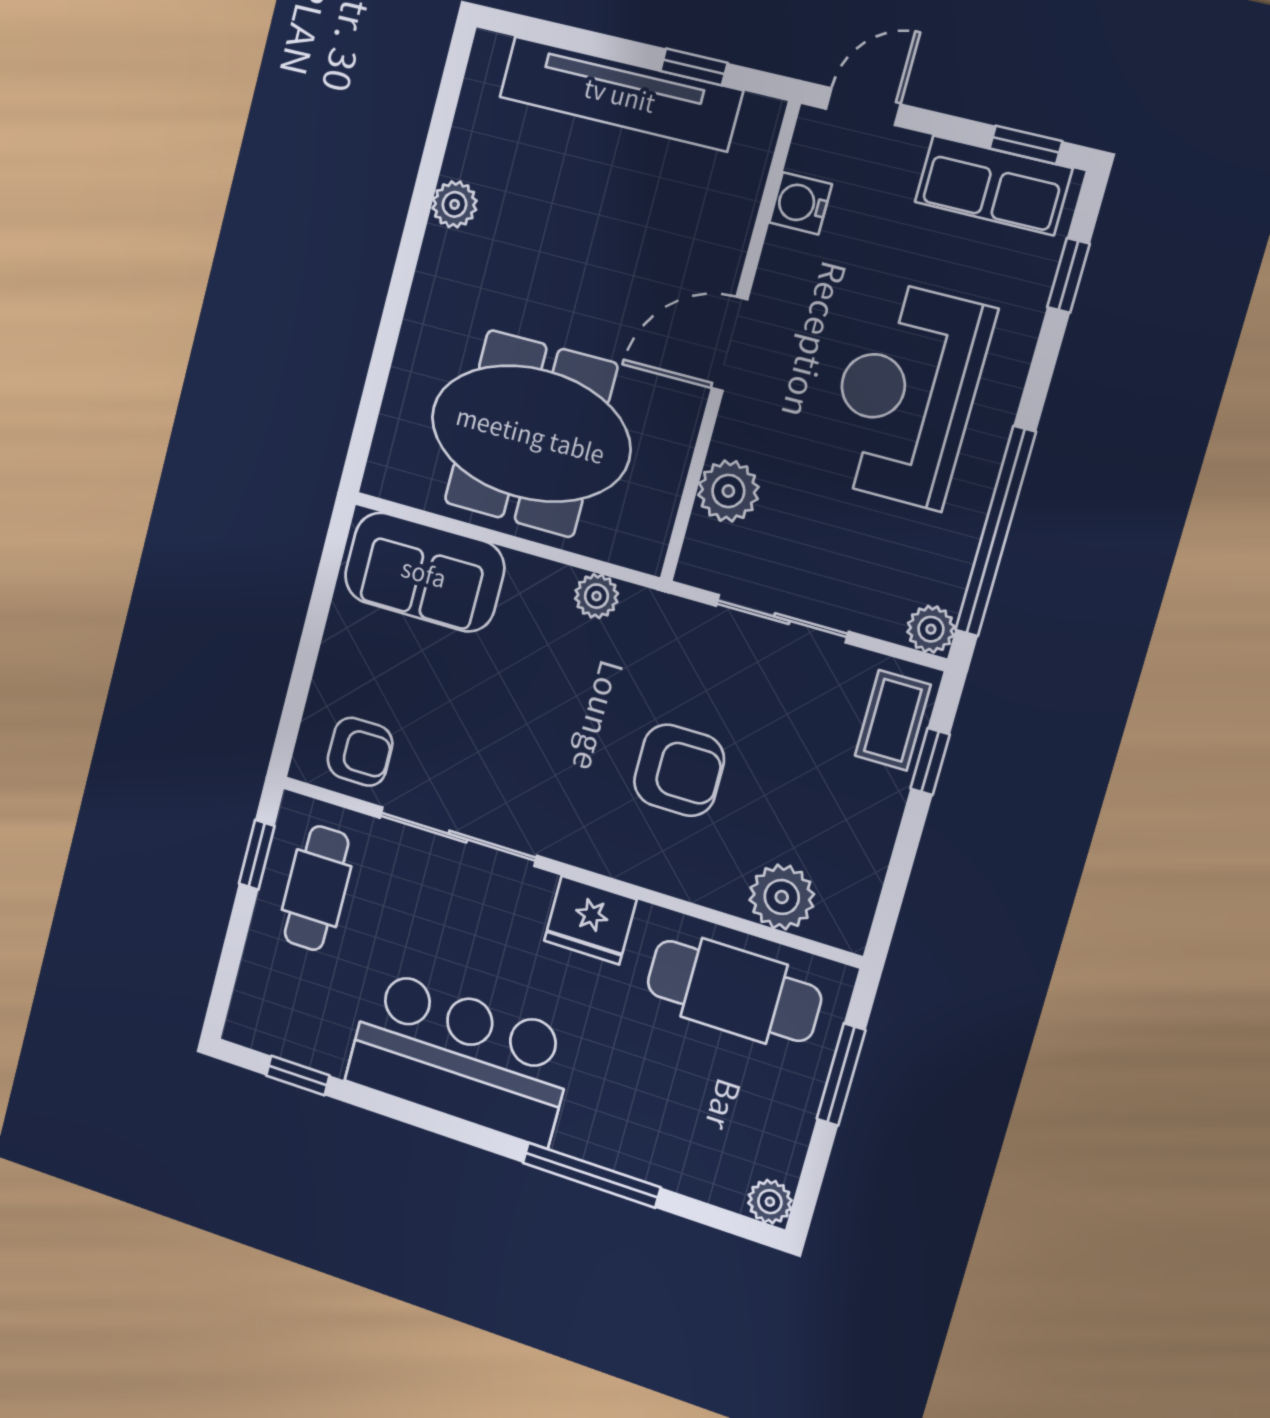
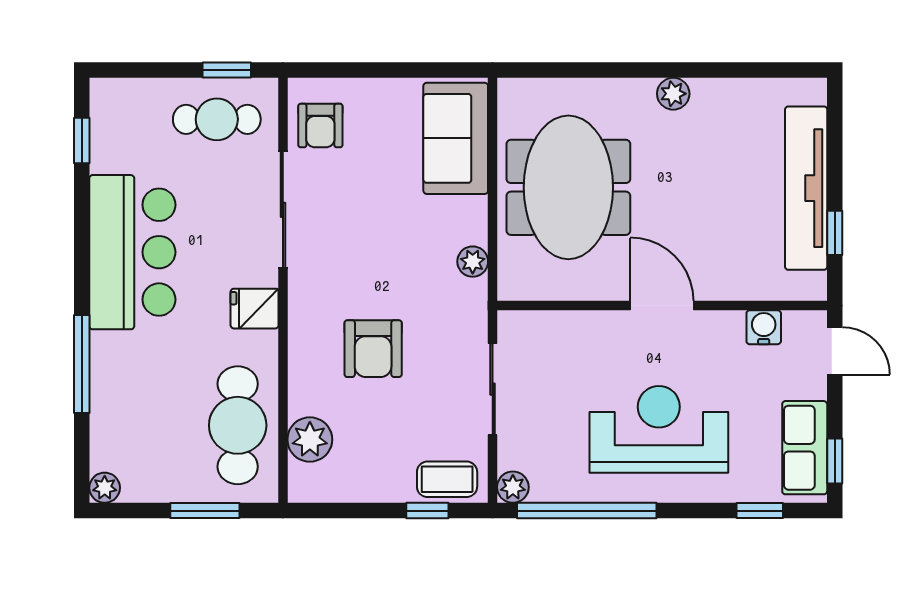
plant: (455, 204) -> (673, 94), moved
plant: (728, 491) -> (566, 331), removed
fridge: (590, 920) -> (255, 309), width x0.72

